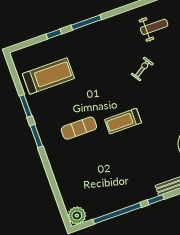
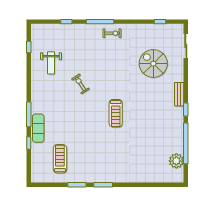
weight bench: (154, 27) -> (51, 63), turned 180
treadmill: (48, 76) -> (60, 159), width x0.73, depth x0.73
exercise mat: (79, 128) -> (38, 128), moved
plant: (77, 216) -> (176, 161), moved

